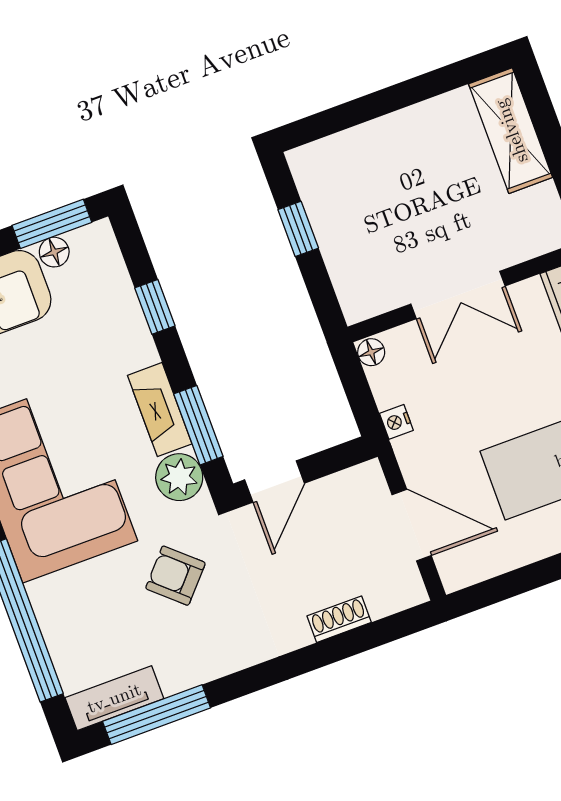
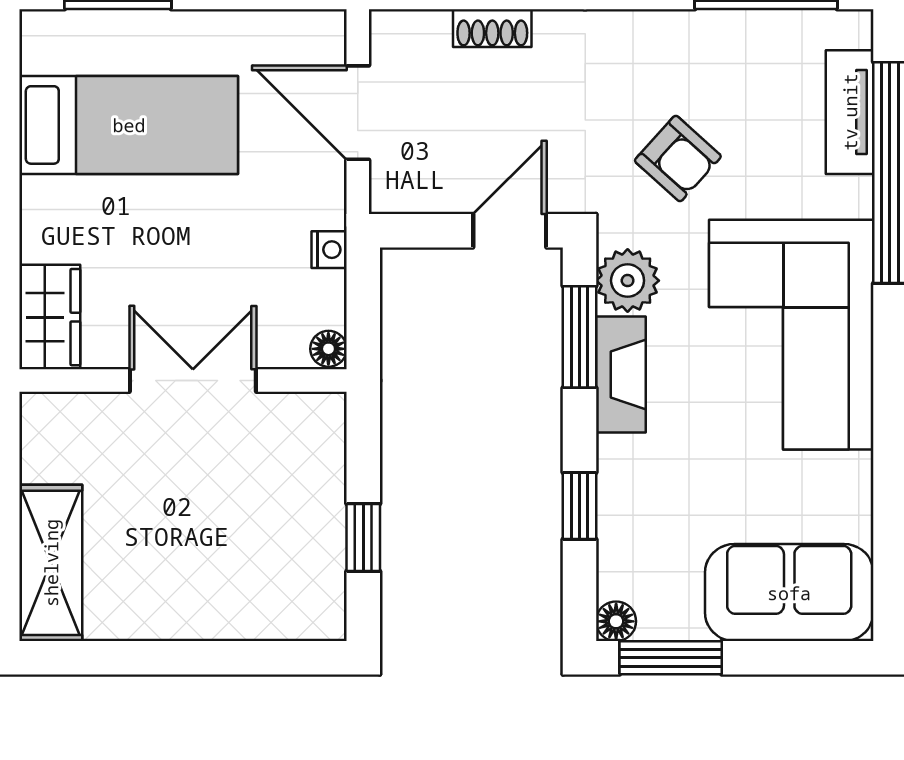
floor lamp: (54, 252) -> (616, 621), moved
tv unit: (114, 698) -> (850, 112), moved, turned 90

